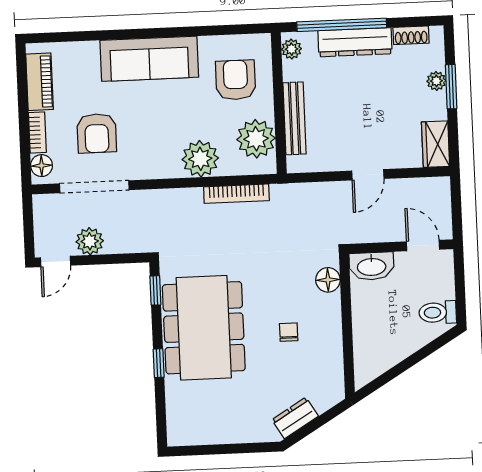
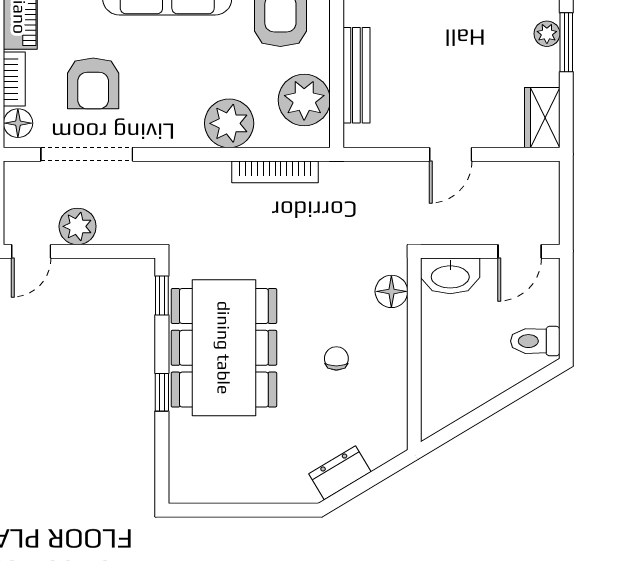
door: (423, 245) -> (520, 251), swing flipped

